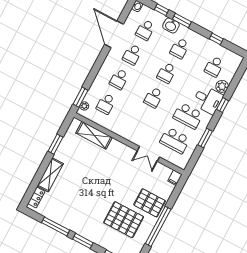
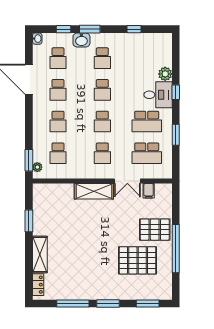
school desk: (214, 67) -> (102, 153), moved
shelving: (94, 135) -> (94, 191), moved
filing cabinet: (175, 178) -> (149, 191), moved

